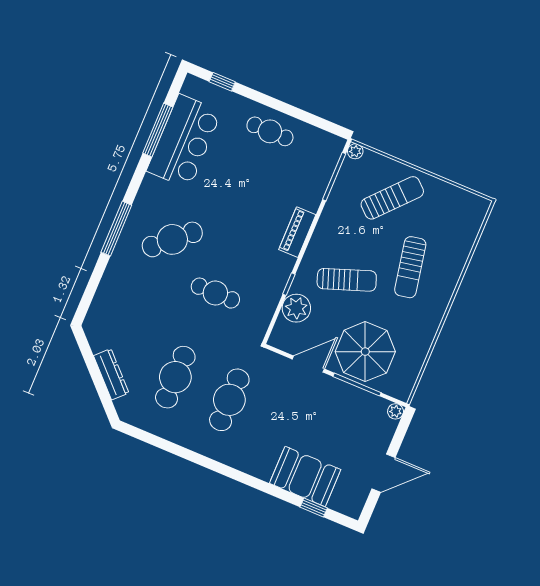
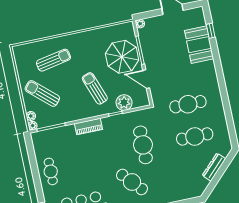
plant: (371, 159) -> (31, 116), added
sun lounger: (410, 267) -> (53, 60), moved
cafe table: (215, 293) -> (143, 145), width x1.37, depth x1.35

